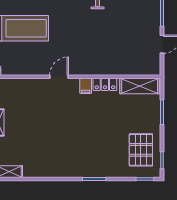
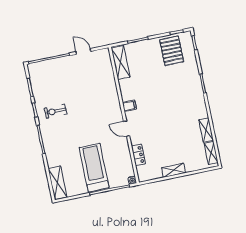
locker: (105, 84) -> (138, 155), moved
pallet: (141, 150) -> (172, 51), turned 90
shelving: (38, 171) -> (206, 130), added

